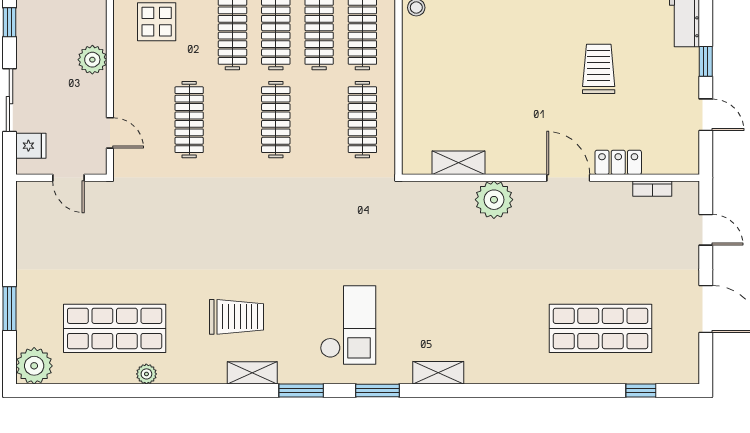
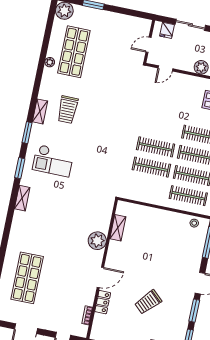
trolley: (599, 69) -> (148, 302), turned 133
clothes rail: (189, 120) -> (164, 107), removed
clothes rail: (362, 120) -> (151, 167), moved

